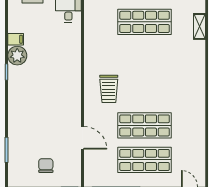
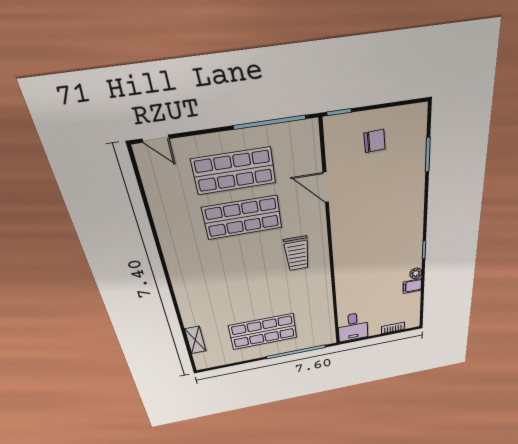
plant: (17, 56) -> (416, 273), width x0.53, depth x0.53
trolley: (109, 89) -> (297, 253), turned 180
chair: (46, 166) -> (374, 141), turned -93

